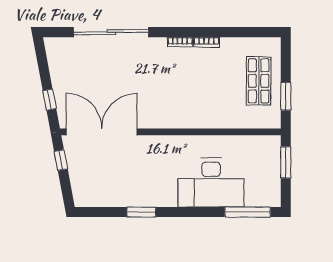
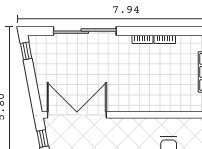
window: (50, 100) -> (26, 51), moved

